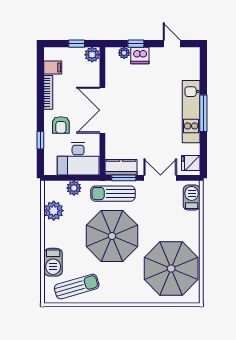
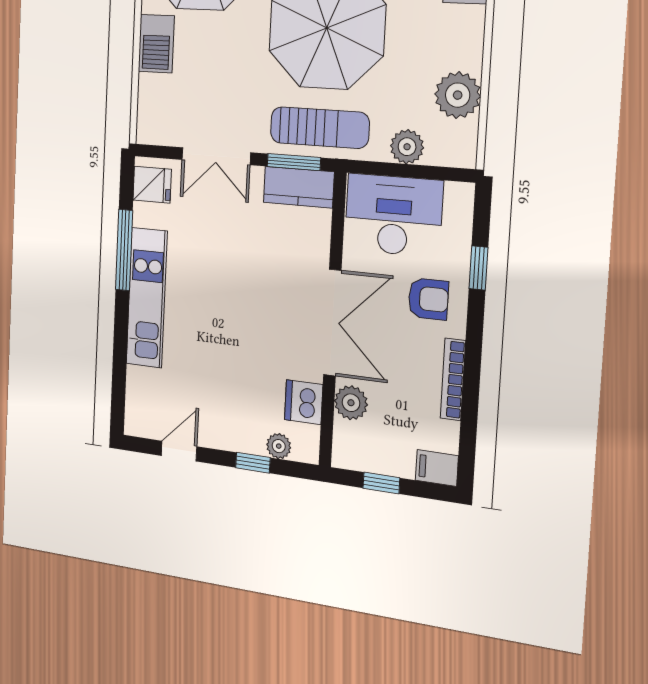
door: (172, 44) -> (179, 451), swing flipped
plant: (92, 55) -> (351, 403), moved
dishwasher: (140, 55) -> (304, 402), moved, turned -90
filing cabinet: (53, 67) -> (437, 468), moved
window: (203, 113) -> (124, 250), moved
armchair: (61, 125) -> (428, 299), turned 90
barbecue: (192, 198) -> (156, 44), moved

